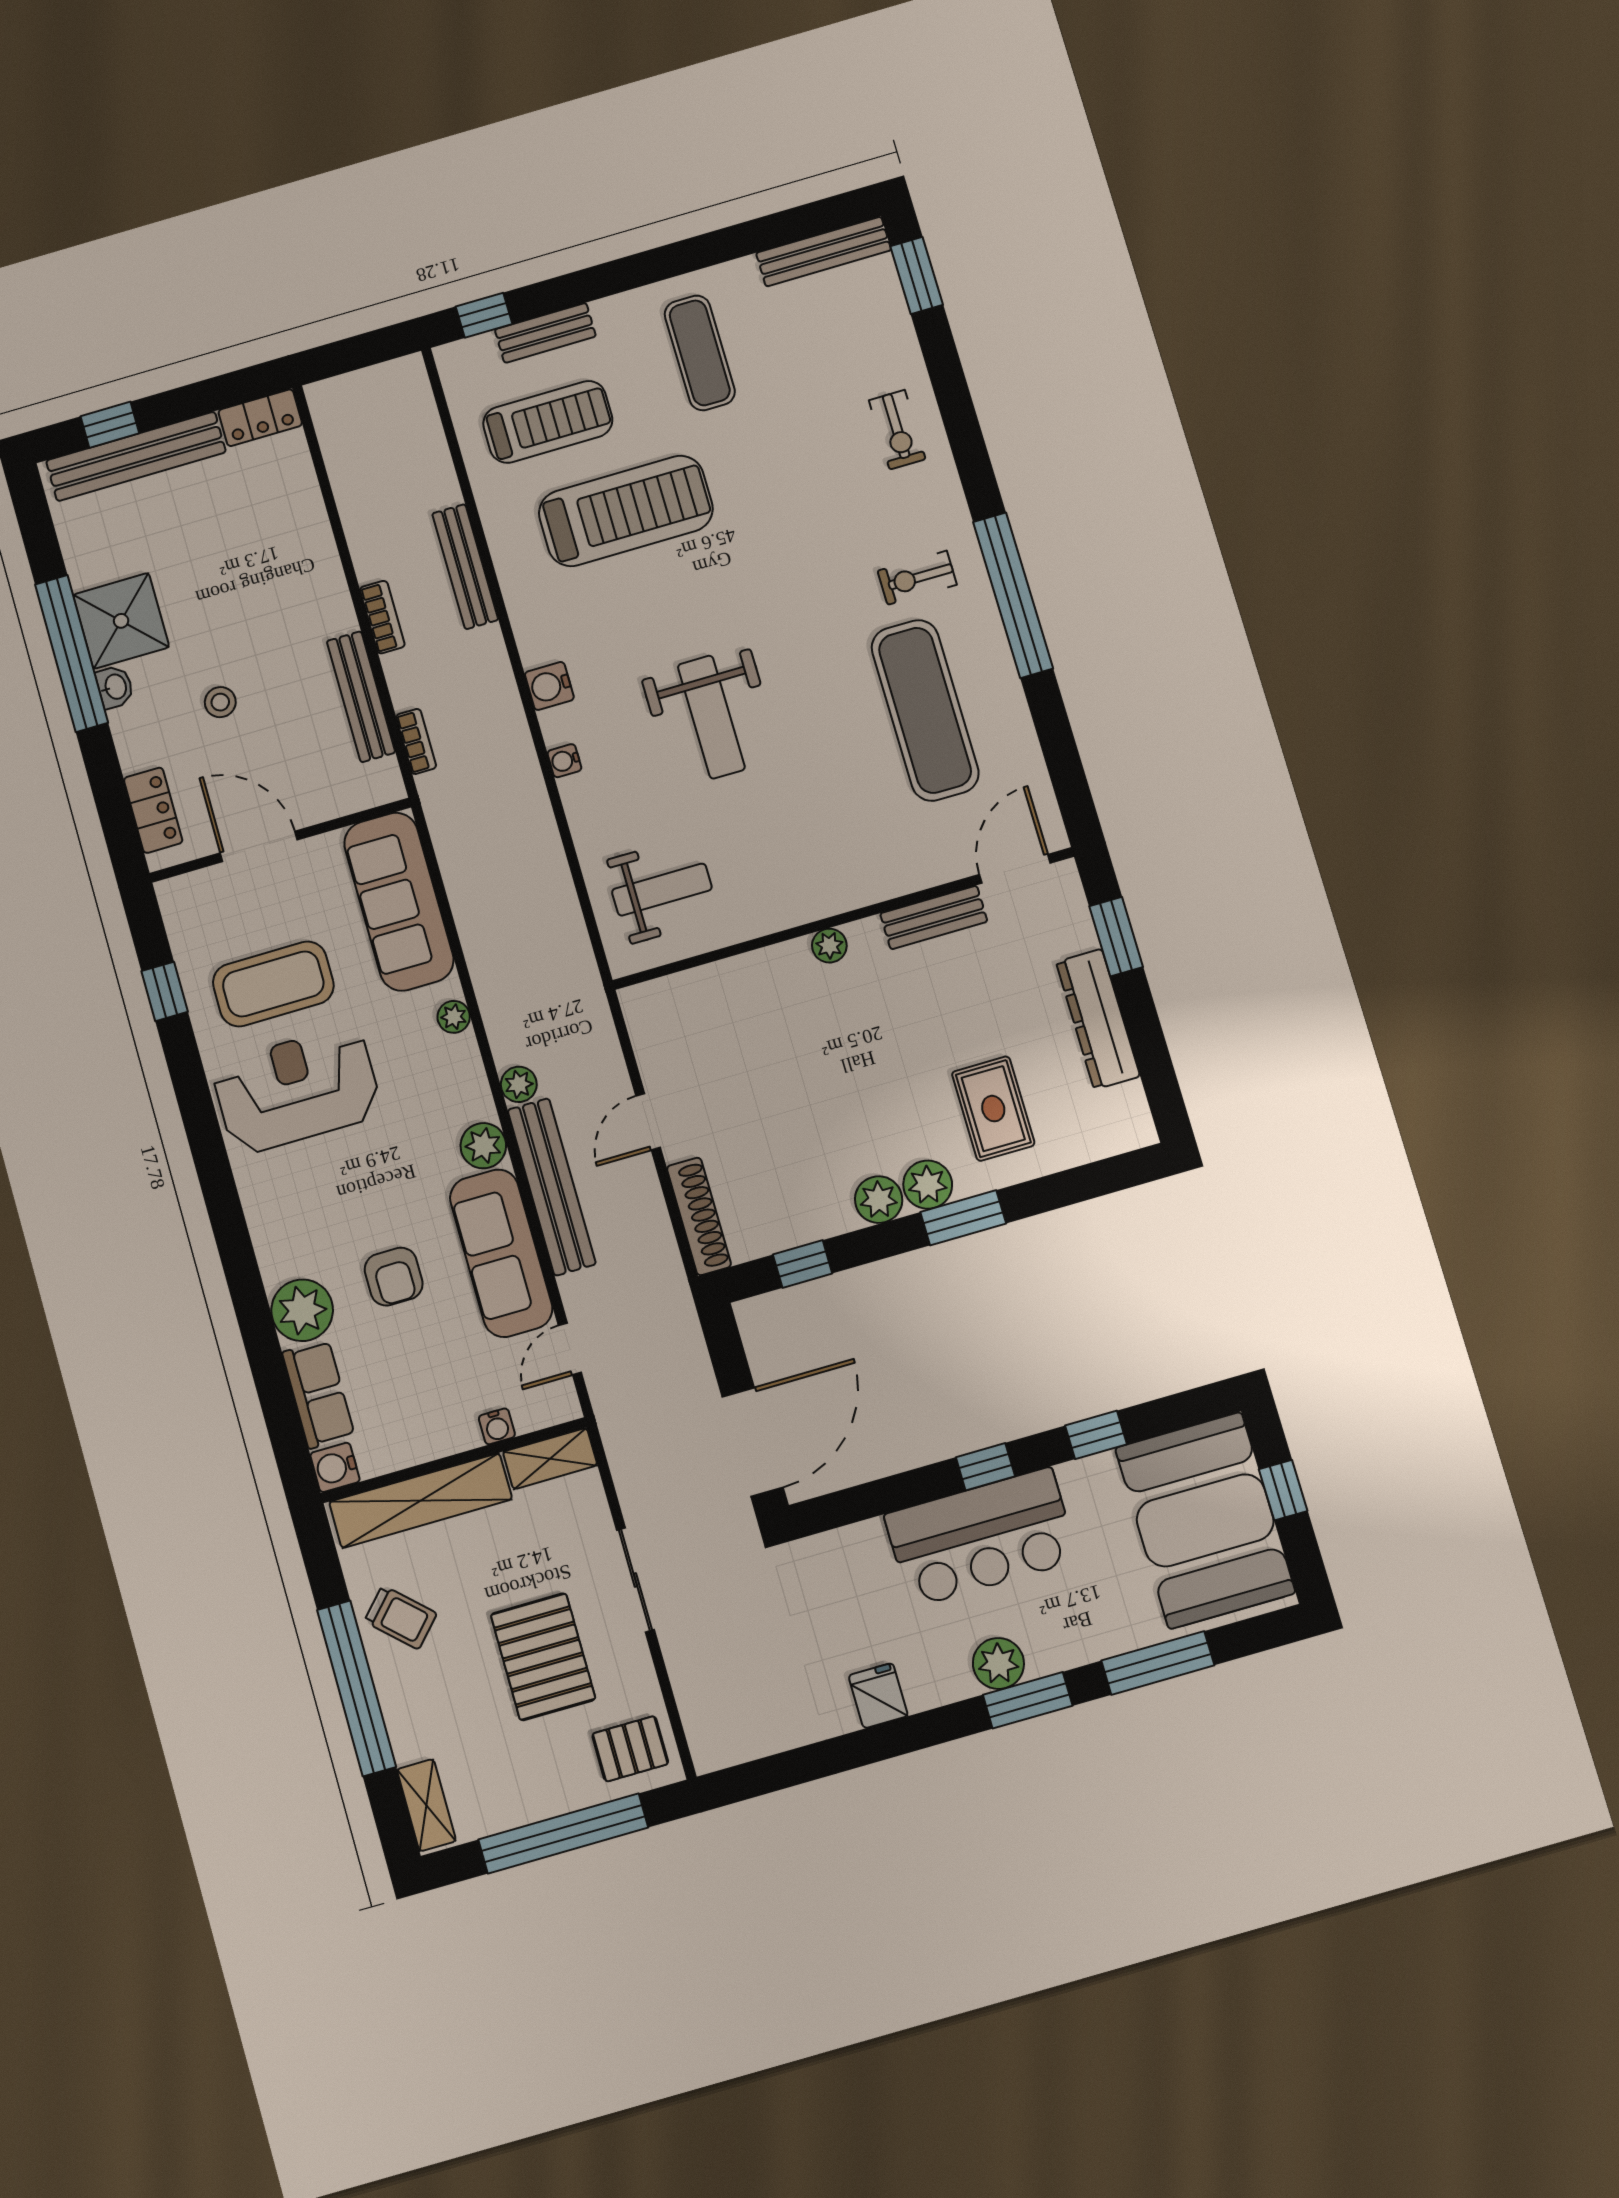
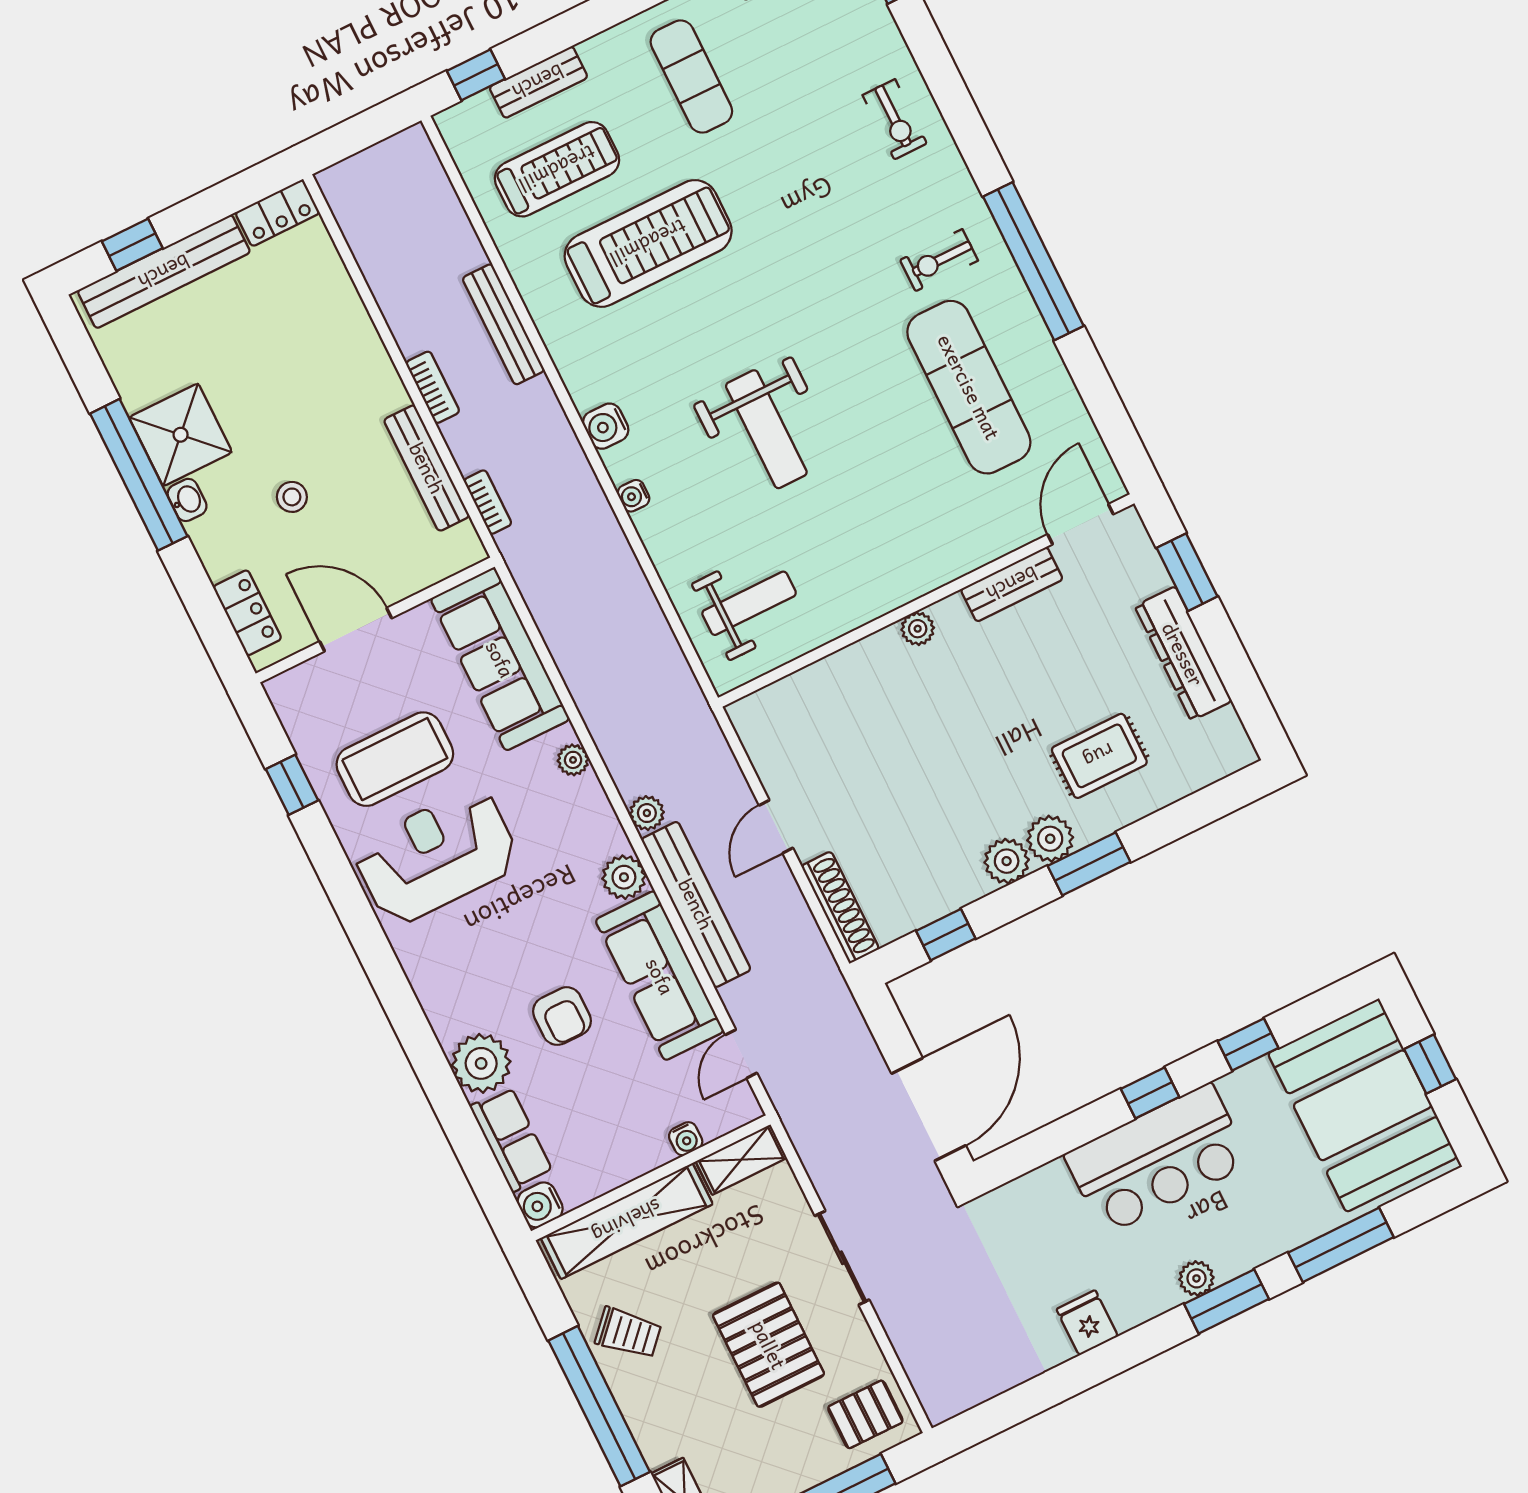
rug: (993, 1109) -> (1099, 756), turned 90
plant: (998, 1663) -> (1196, 1278), width x0.73, depth x0.73

